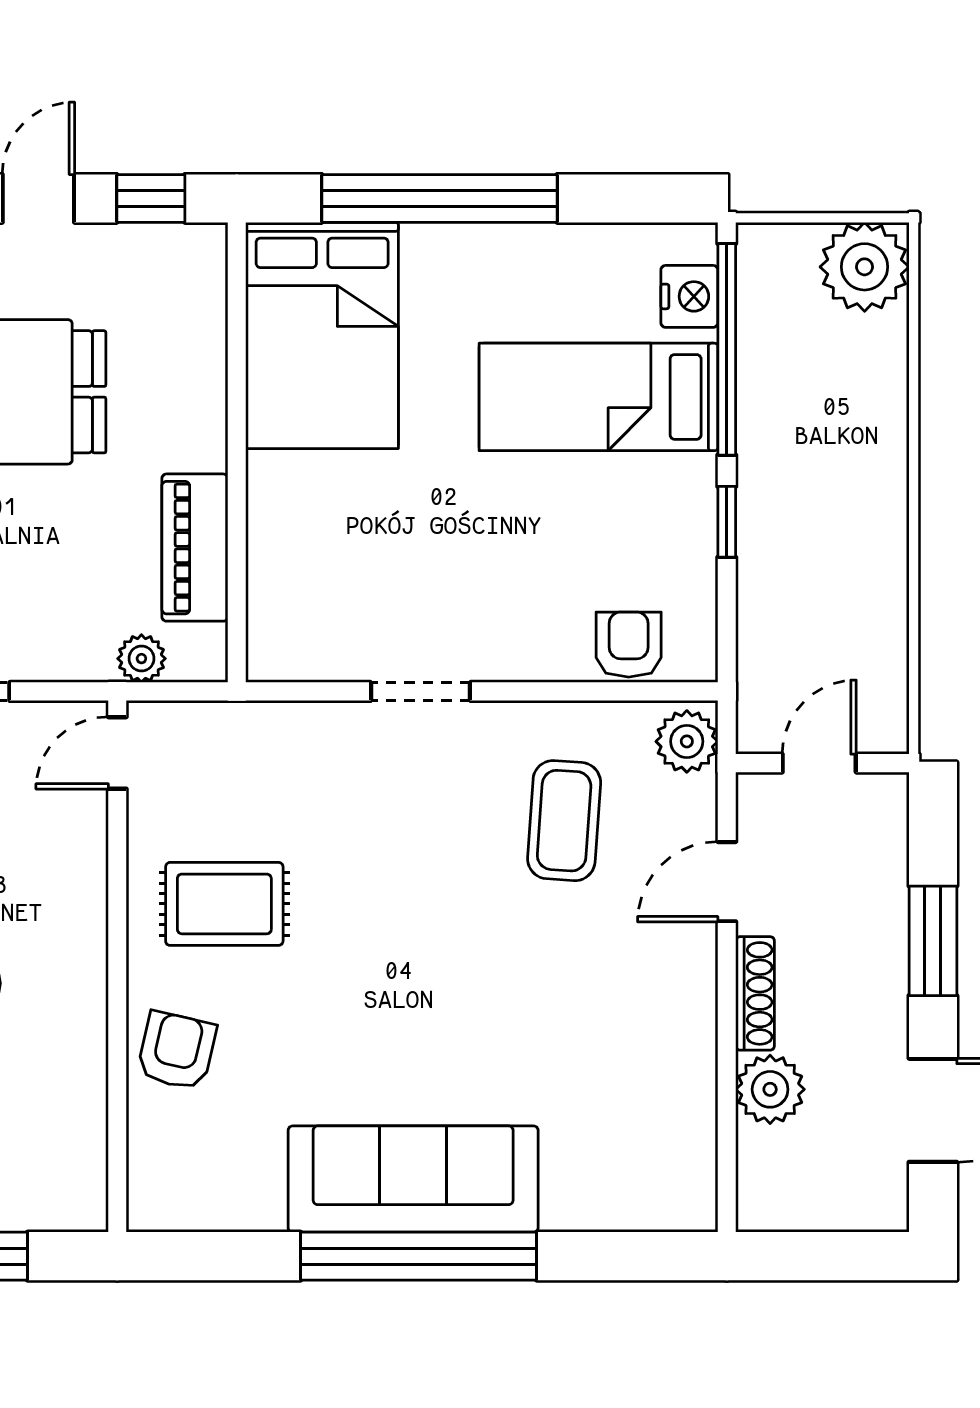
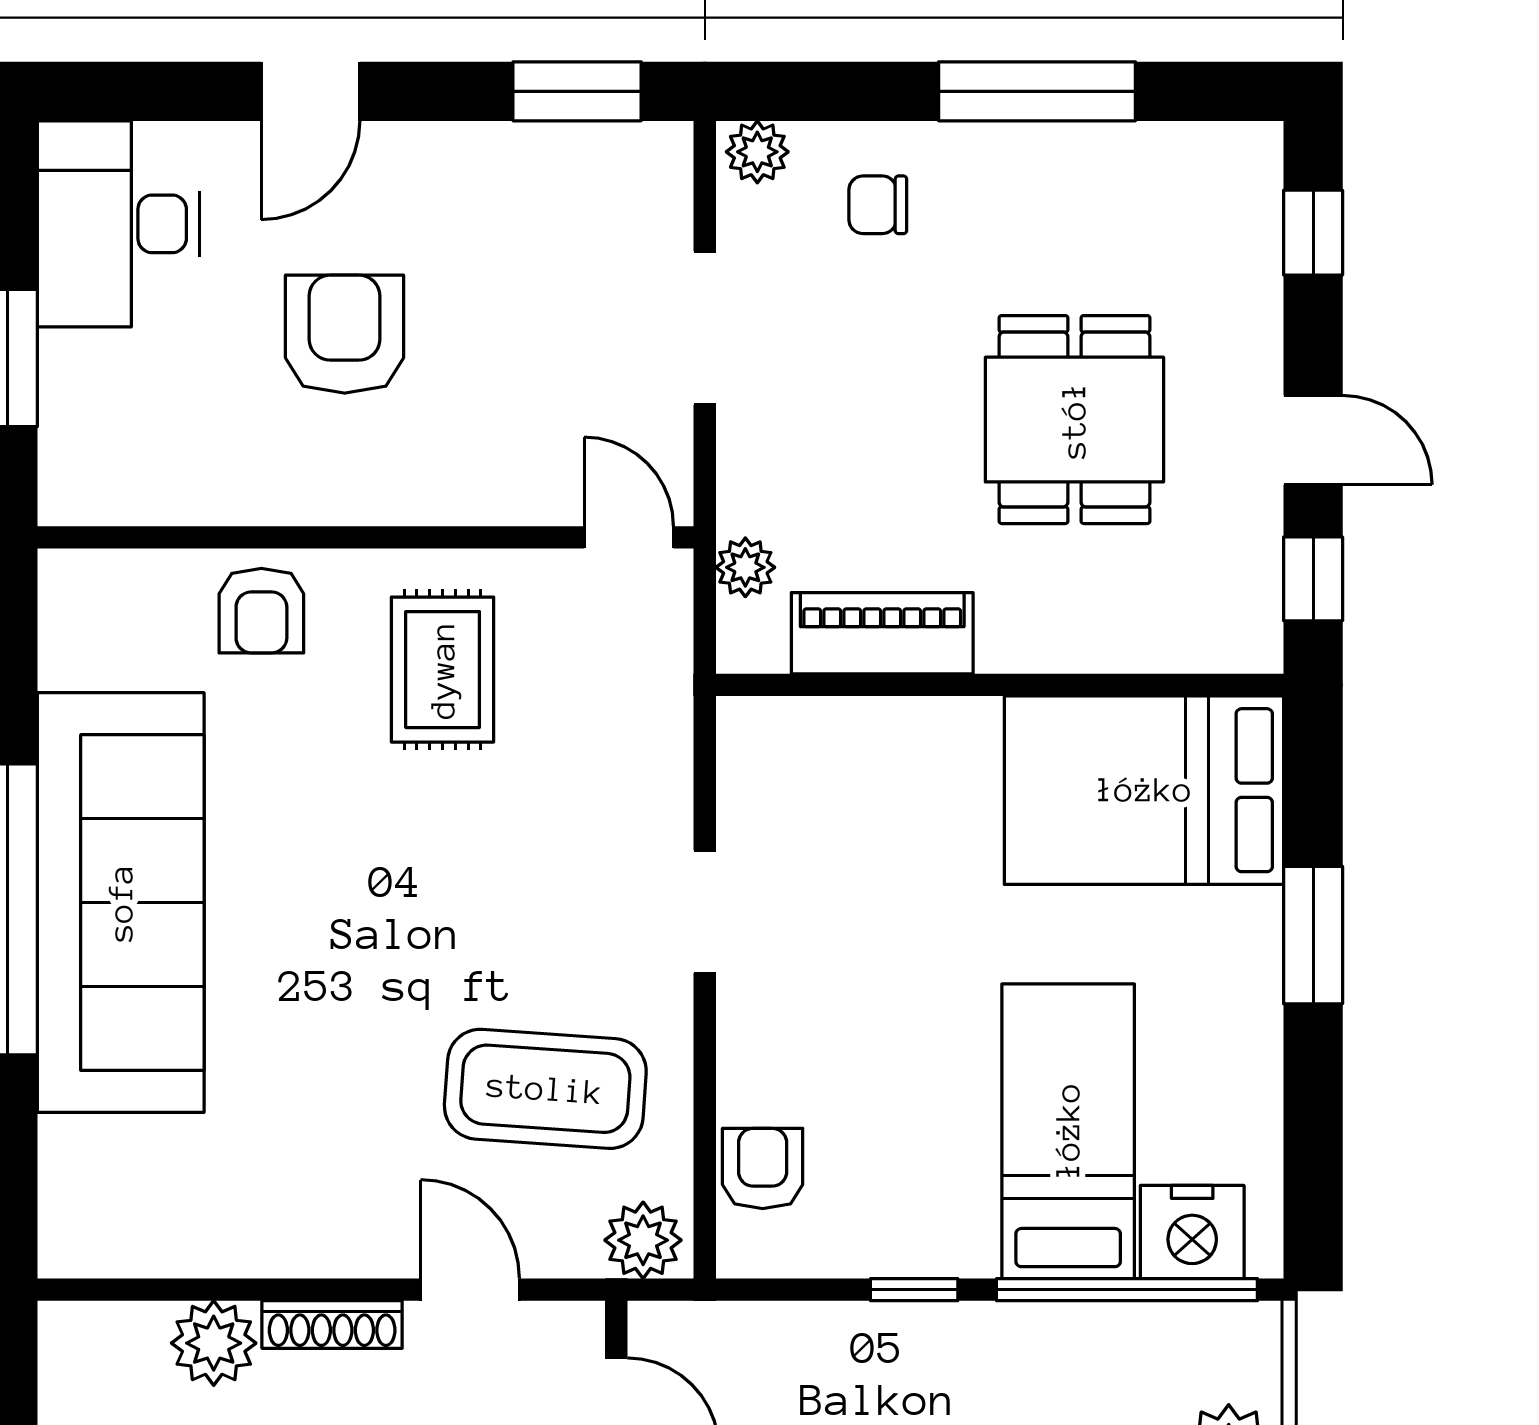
window: (439, 198) -> (1313, 935), width x0.47
nightstand: (689, 296) -> (1192, 1232), width x1.36, depth x1.33
armchair: (629, 645) -> (763, 1168), turned -90
coffee table: (564, 821) -> (545, 1089), width x1.36, depth x1.32
armchair: (177, 1051) -> (261, 611), turned 77
sofa: (413, 1179) -> (121, 903), width x1.36, depth x1.27

